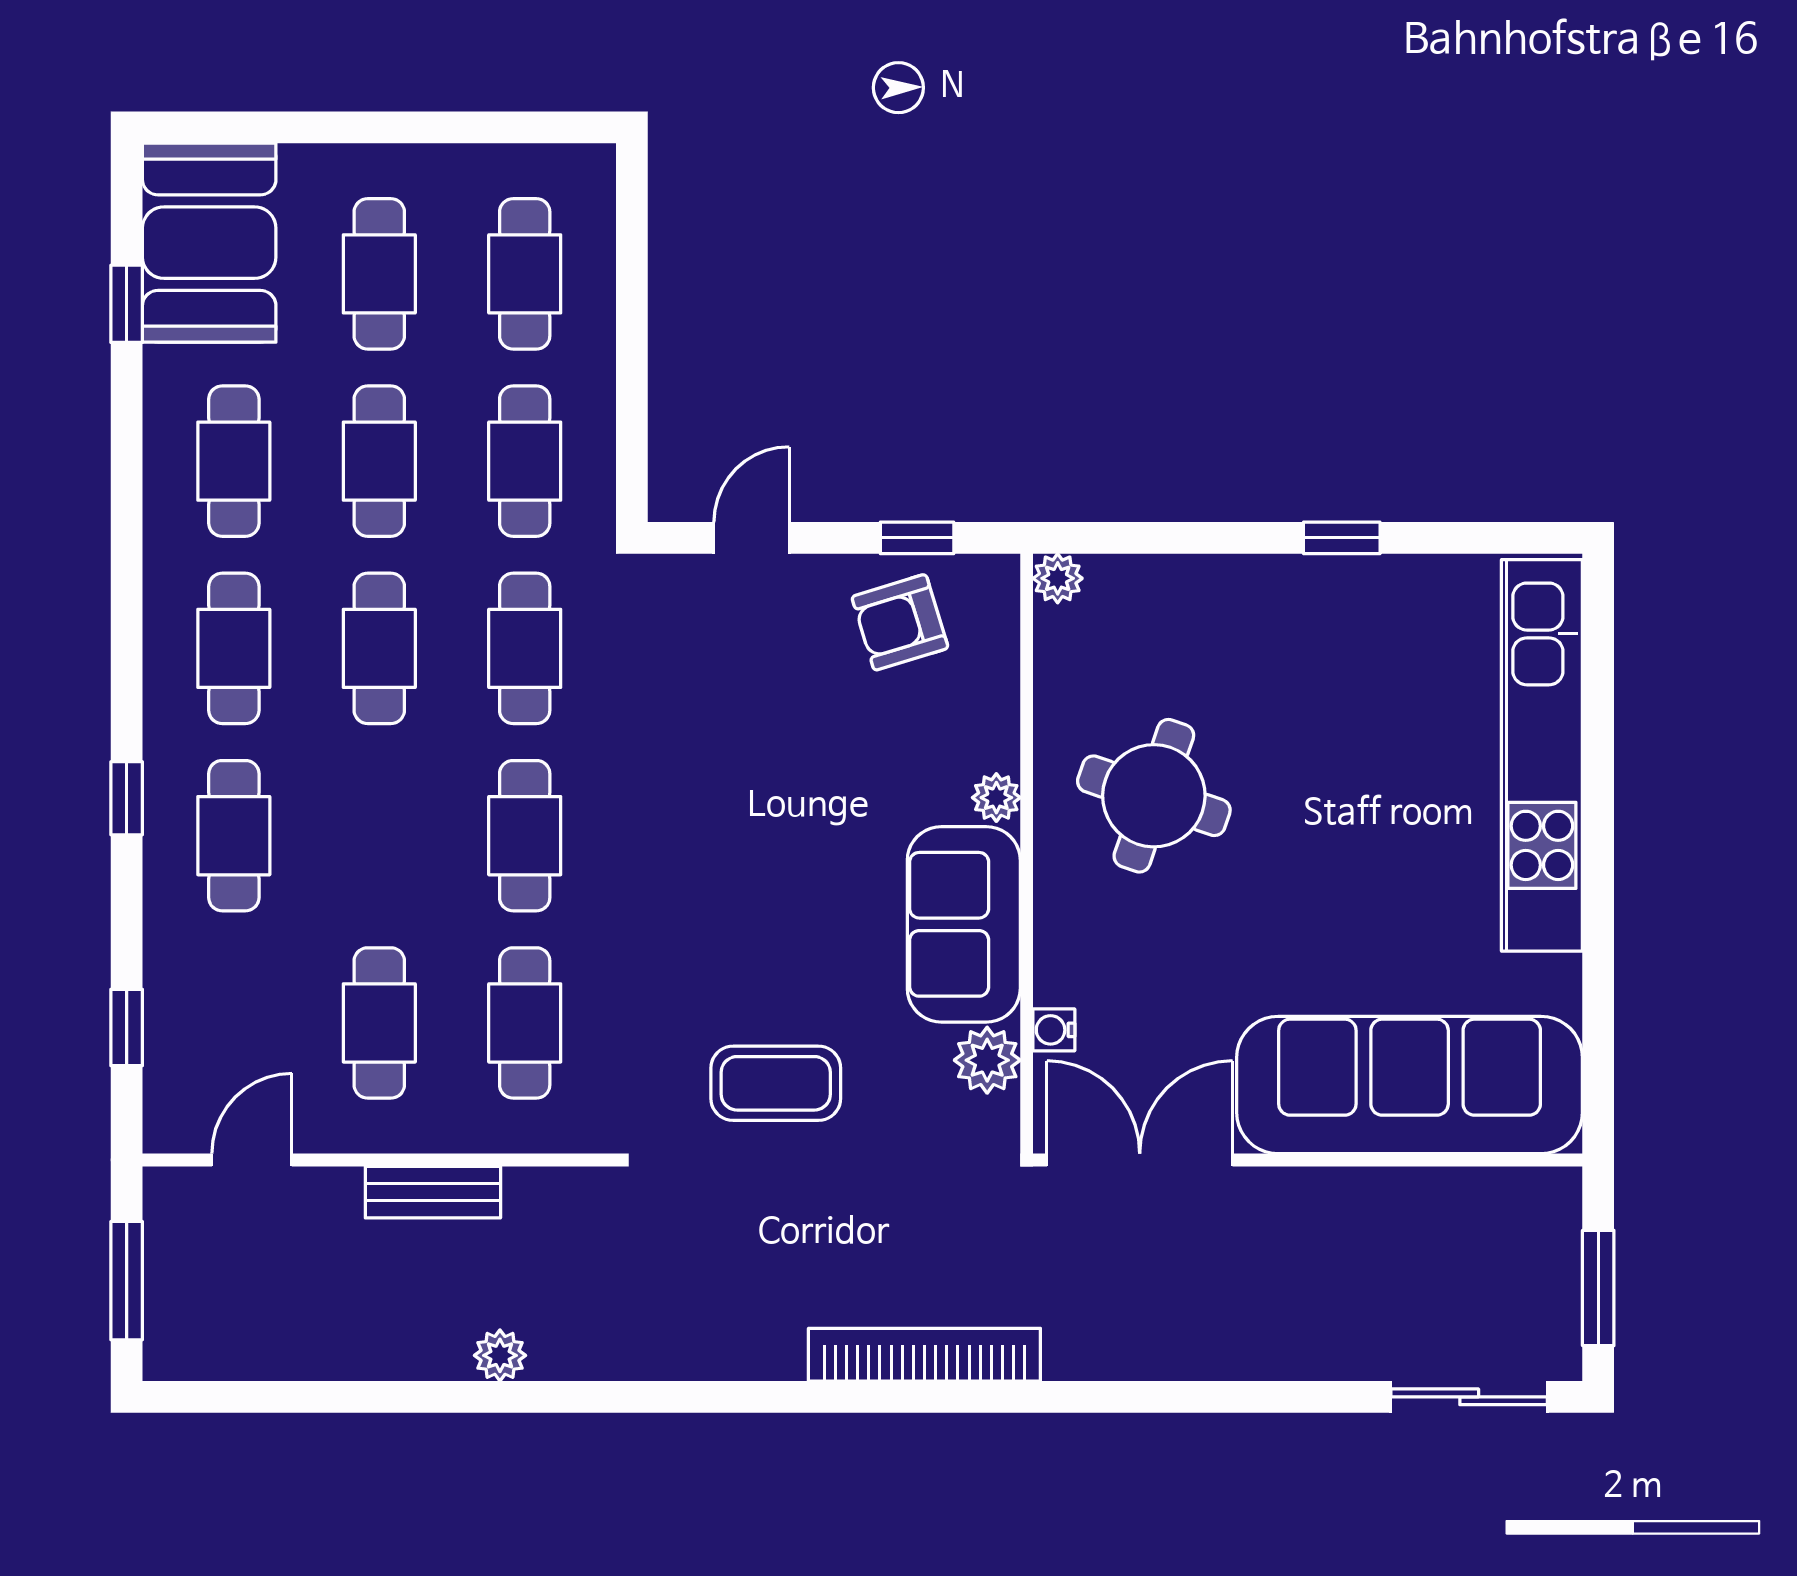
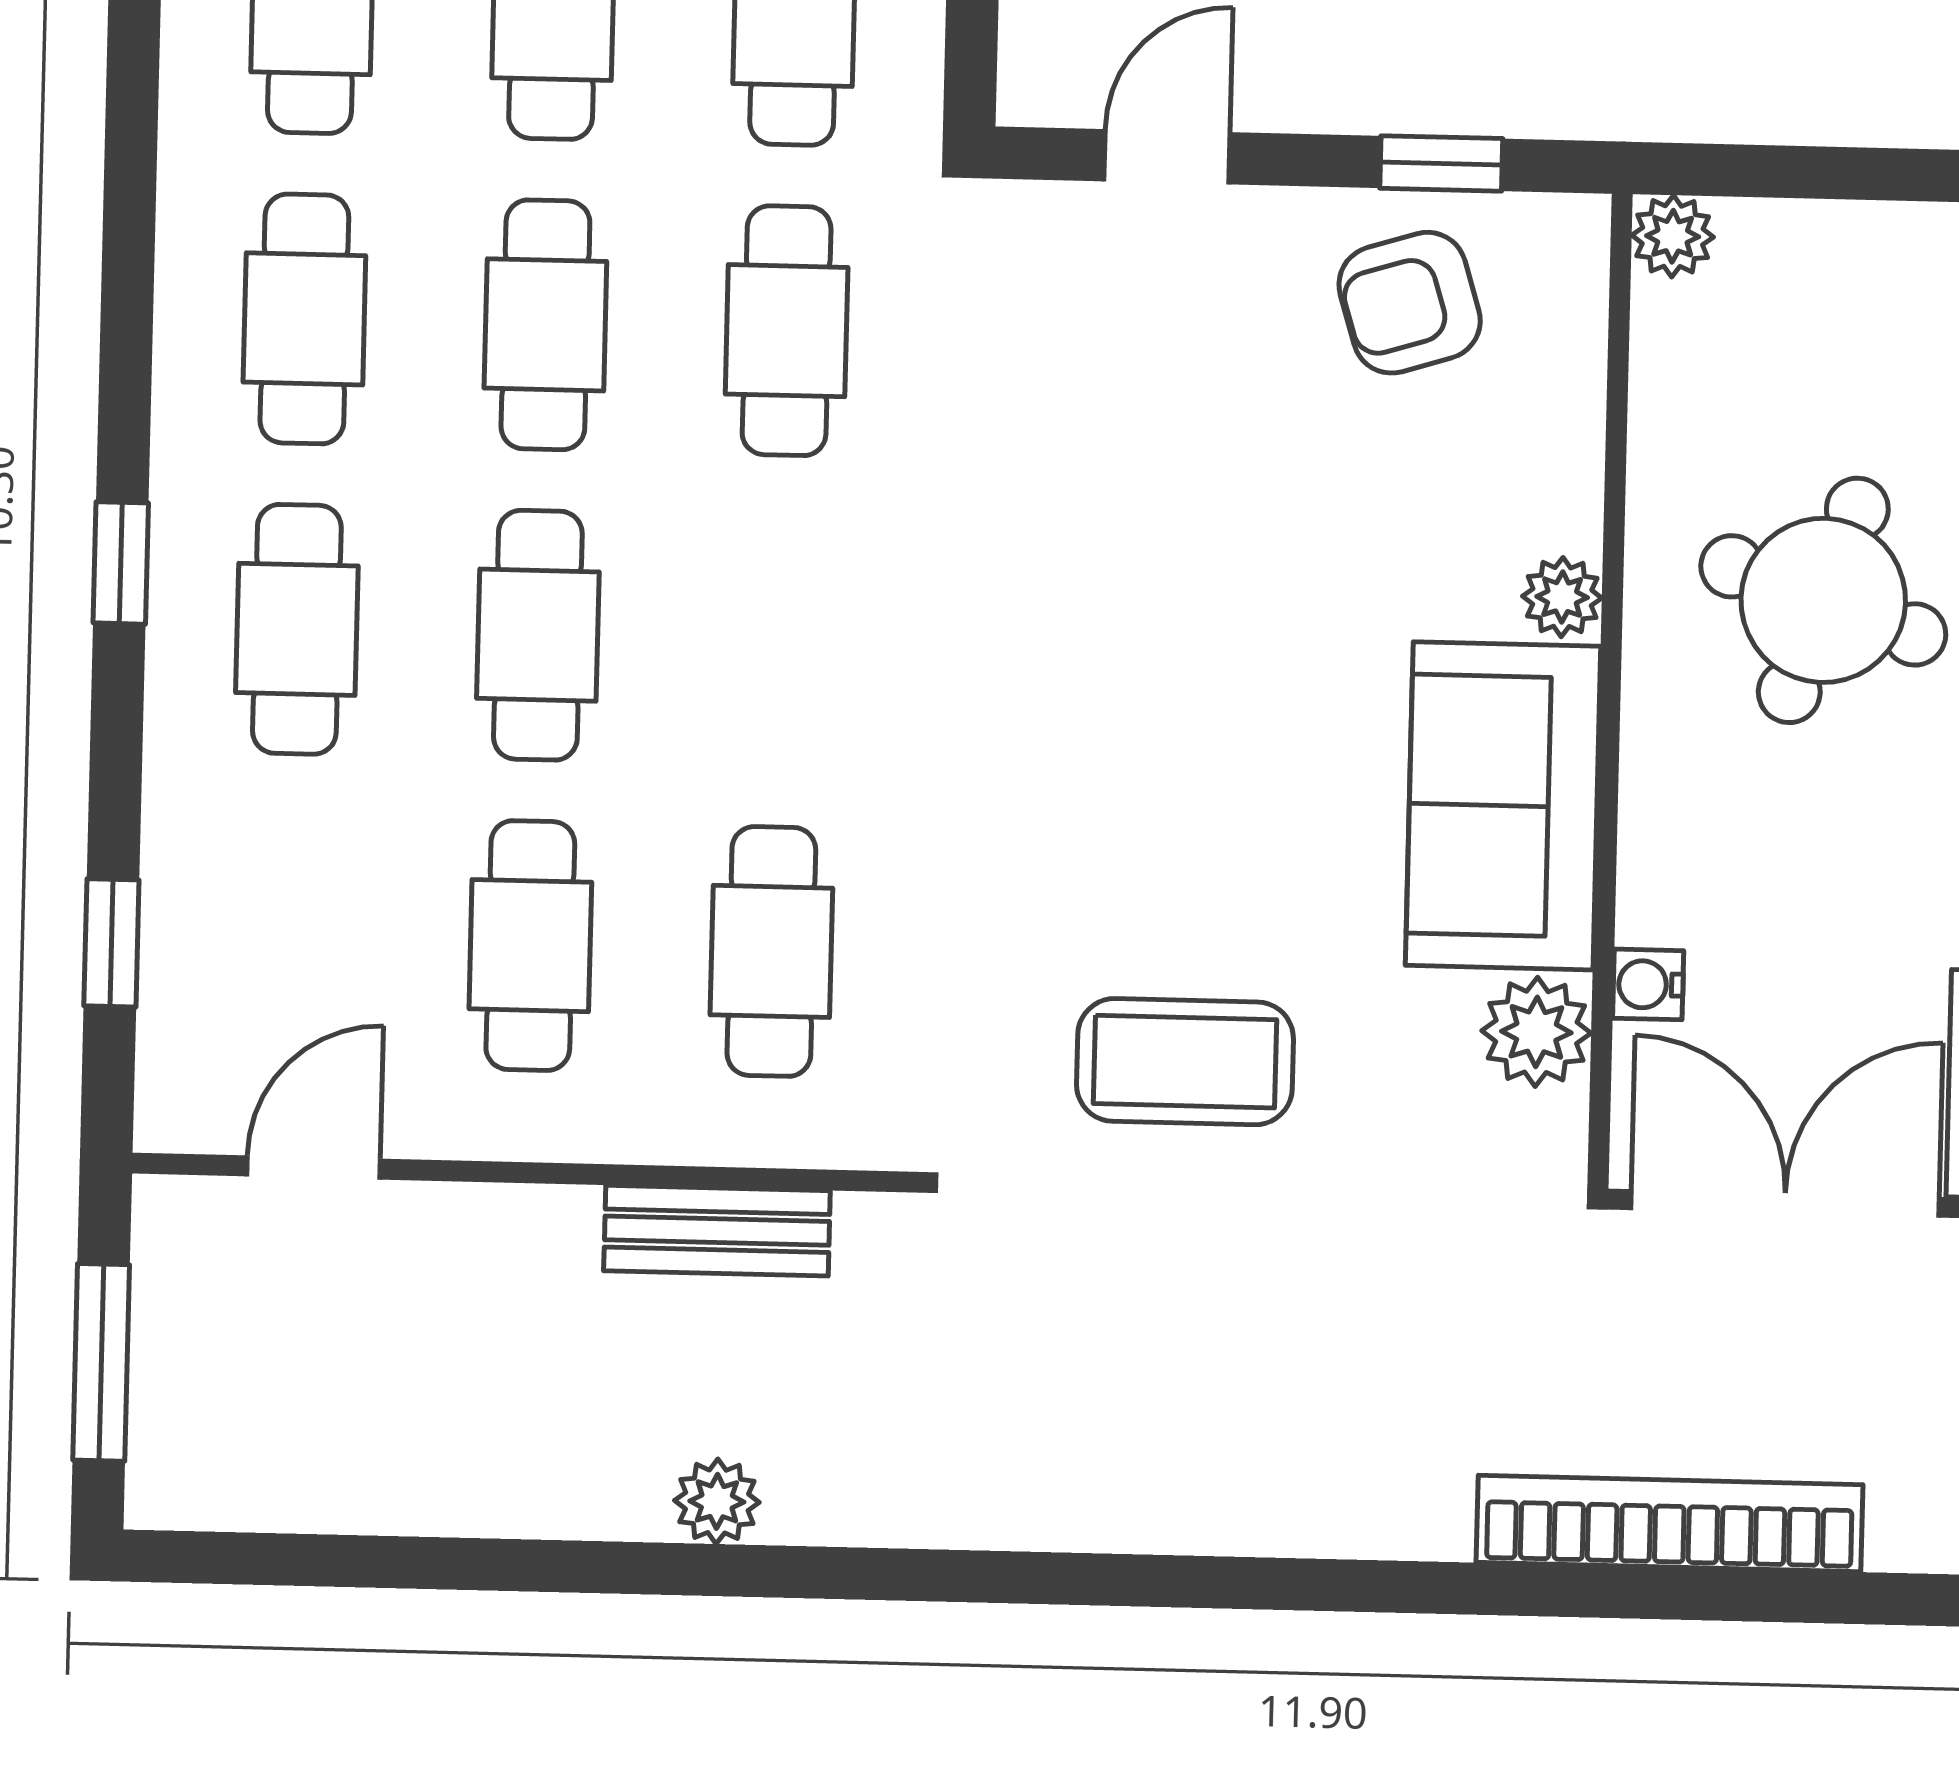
cafe table: (525, 836) -> (538, 635), moved
bench: (433, 1192) -> (717, 1231), moved
bookcase: (924, 1355) -> (1670, 1524), moved

